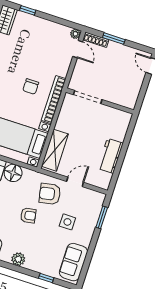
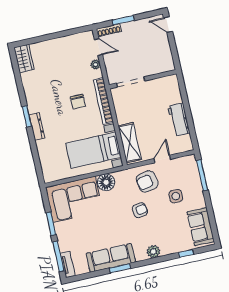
window: (28, 10) -> (38, 40), removed
plant: (75, 34) -> (96, 65), moved
window: (102, 217) -> (202, 175), width x1.44

